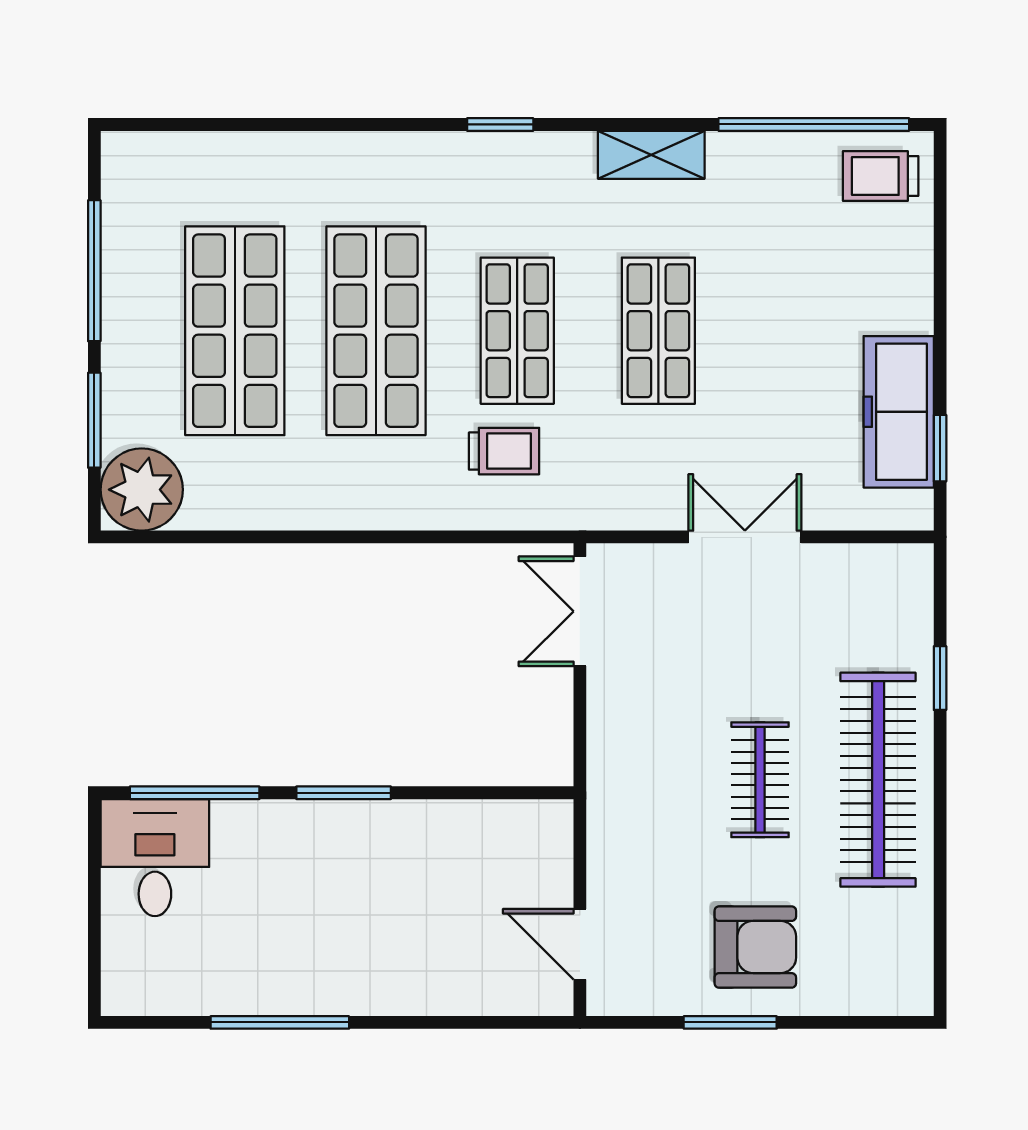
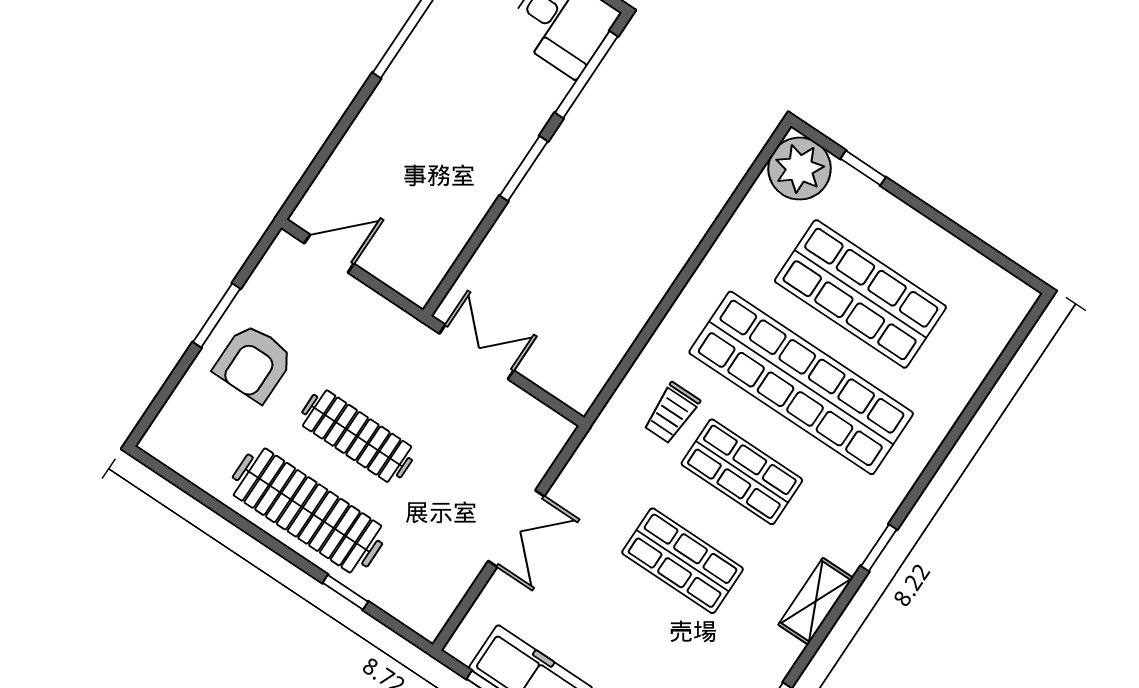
shelving: (651, 155) -> (816, 601), moved
window: (94, 271) -> (957, 231), removed
shop shelf: (376, 331) -> (801, 383), width x1.40
window: (94, 420) -> (863, 168), width x0.67
double door: (580, 611) -> (477, 352), moved
clothes rail: (760, 780) -> (357, 436), width x1.36

